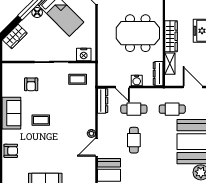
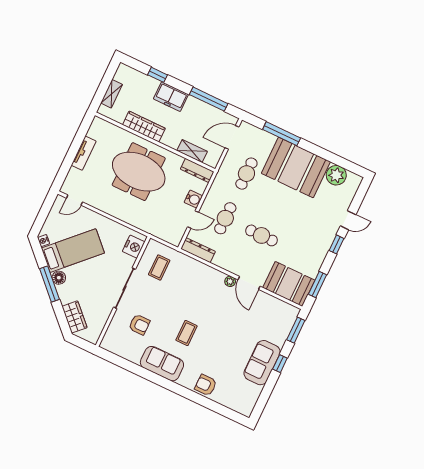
meeting table: (138, 33) -> (139, 172), turned 90
wardrobe: (171, 36) -> (144, 127), moved
armchair: (11, 151) -> (206, 385), turned -90

